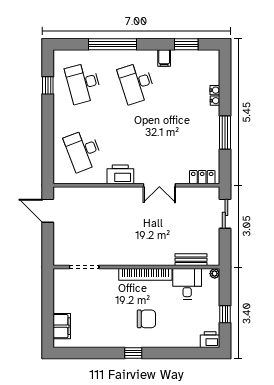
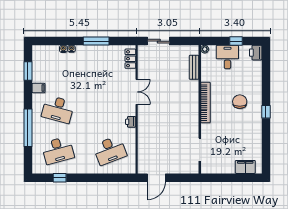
desk: (136, 83) -> (58, 109), turned 33
printer: (120, 174) -> (131, 122), width x0.53, depth x0.68
desk: (187, 284) -> (227, 57), moved, turned 90

